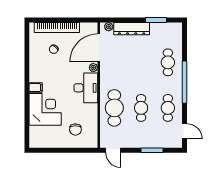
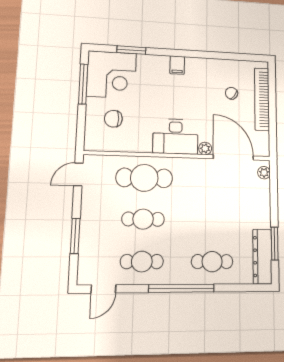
dresser: (132, 29) -> (262, 256), moved
corner desk: (45, 109) -> (111, 75), moved
window: (27, 119) -> (131, 50), added
window: (53, 150) -> (83, 84), added

